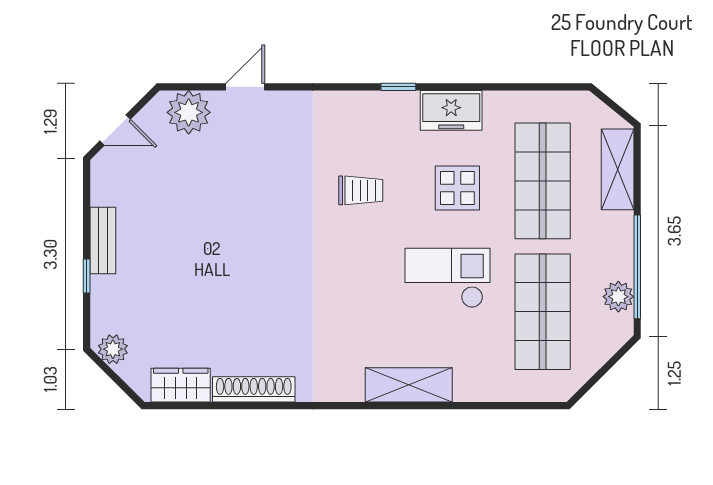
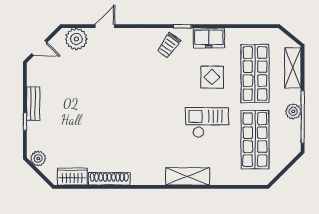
trolley: (361, 190) -> (169, 45), moved, turned 125
plant: (618, 297) -> (293, 111), moved

